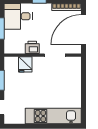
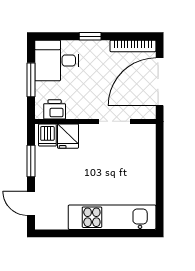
printer: (32, 47) -> (55, 109), moved
dishwasher: (12, 64) -> (47, 135), added

